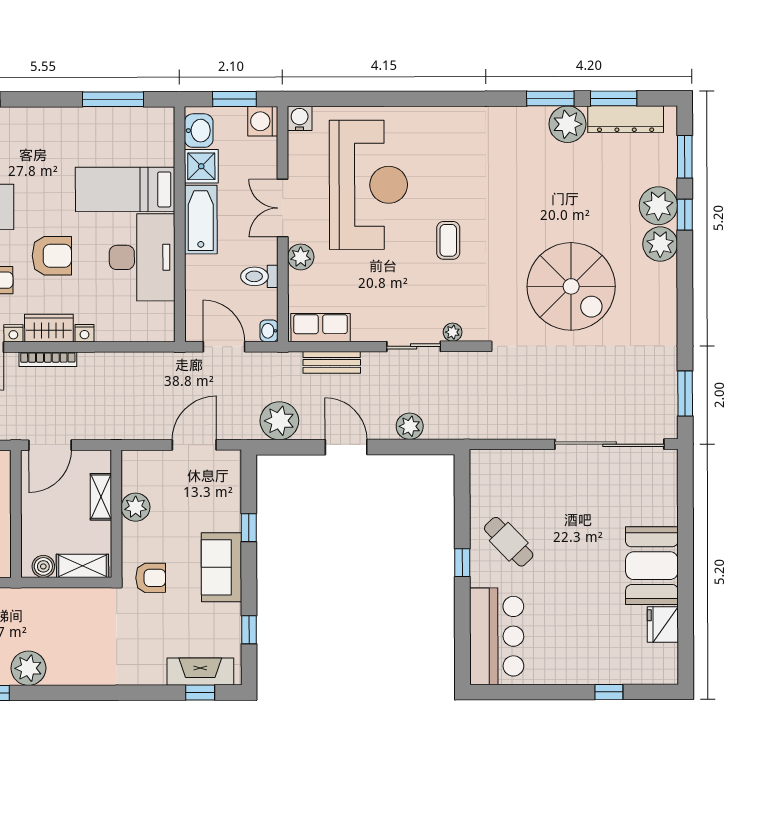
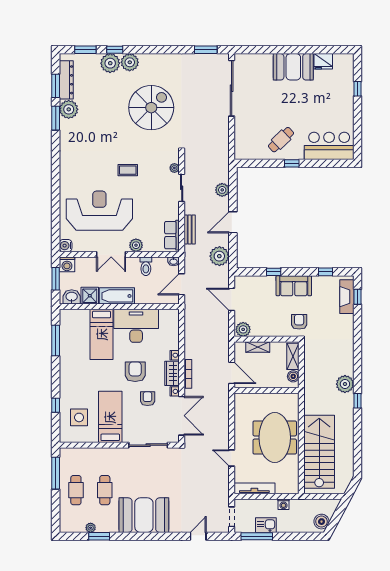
plant: (136, 507) -> (243, 329), moved

